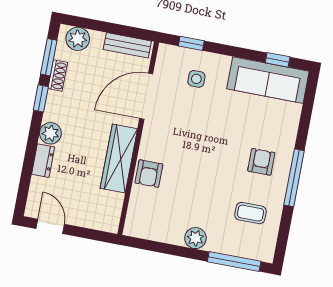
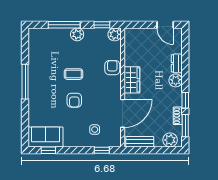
sofa: (268, 80) -> (46, 137), width x0.73
wardrobe: (119, 158) -> (132, 80), width x0.67
armchair: (261, 162) -> (74, 100), moved
coffee table: (250, 213) -> (73, 74), moved
plant: (135, 226) -> (115, 34), added
window: (152, 246) -> (102, 25), added
window: (234, 262) -> (64, 25), moved

